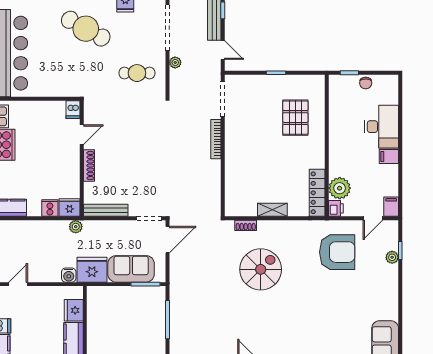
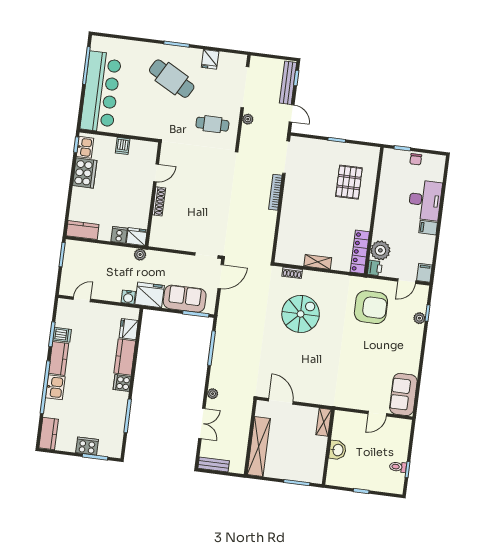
dishwasher: (73, 110) -> (123, 146), moved
bench: (106, 210) -> (169, 243), removed

